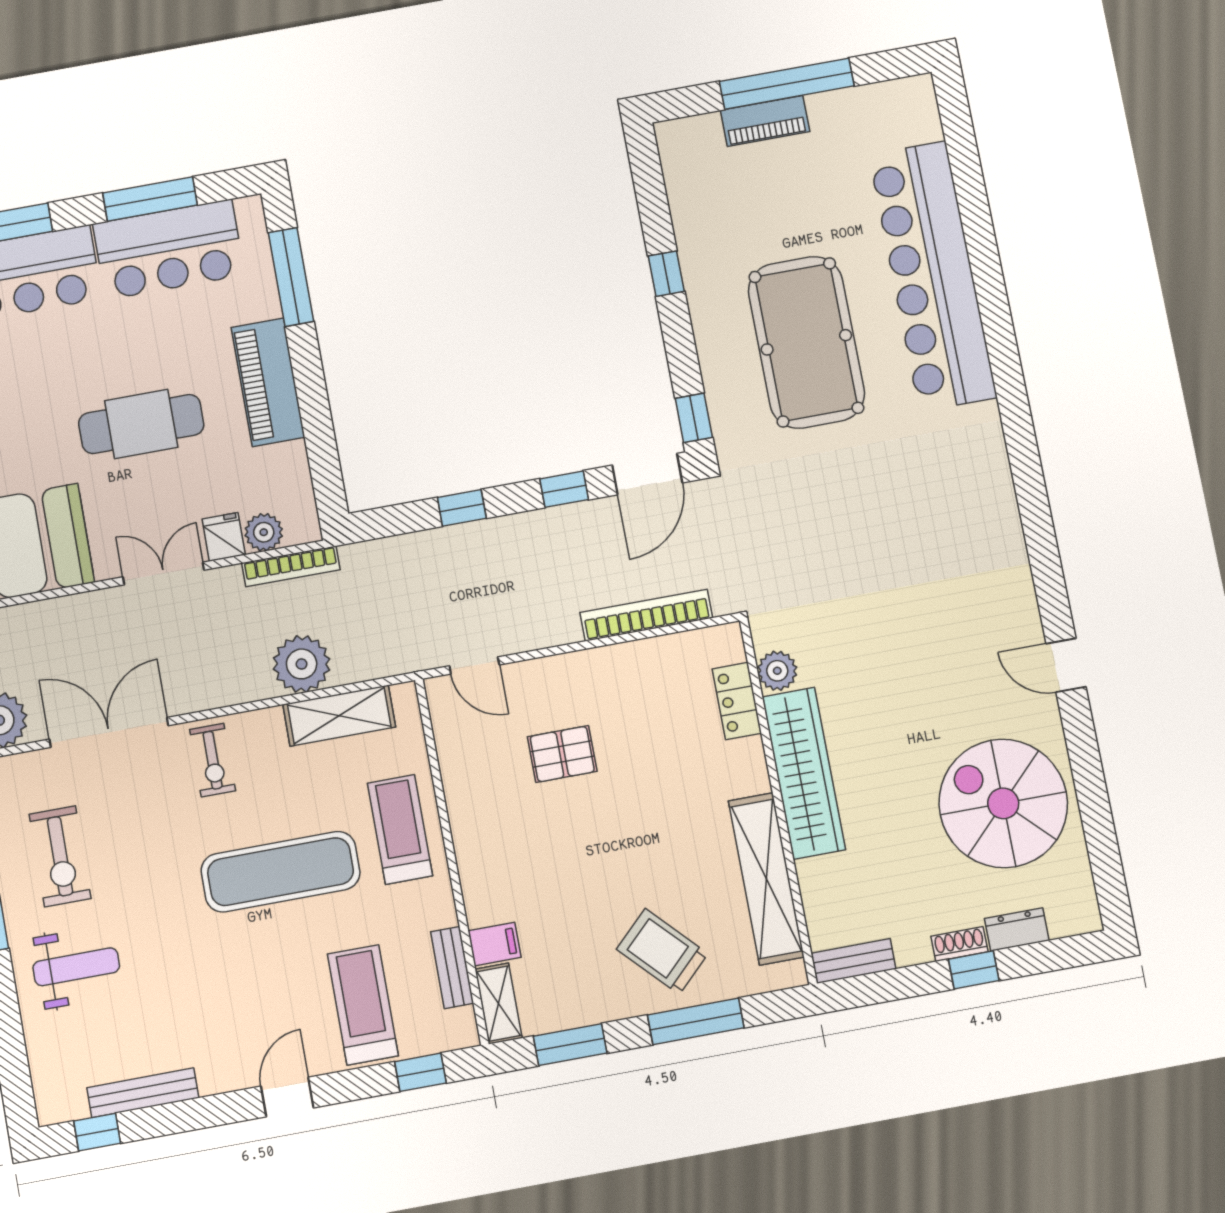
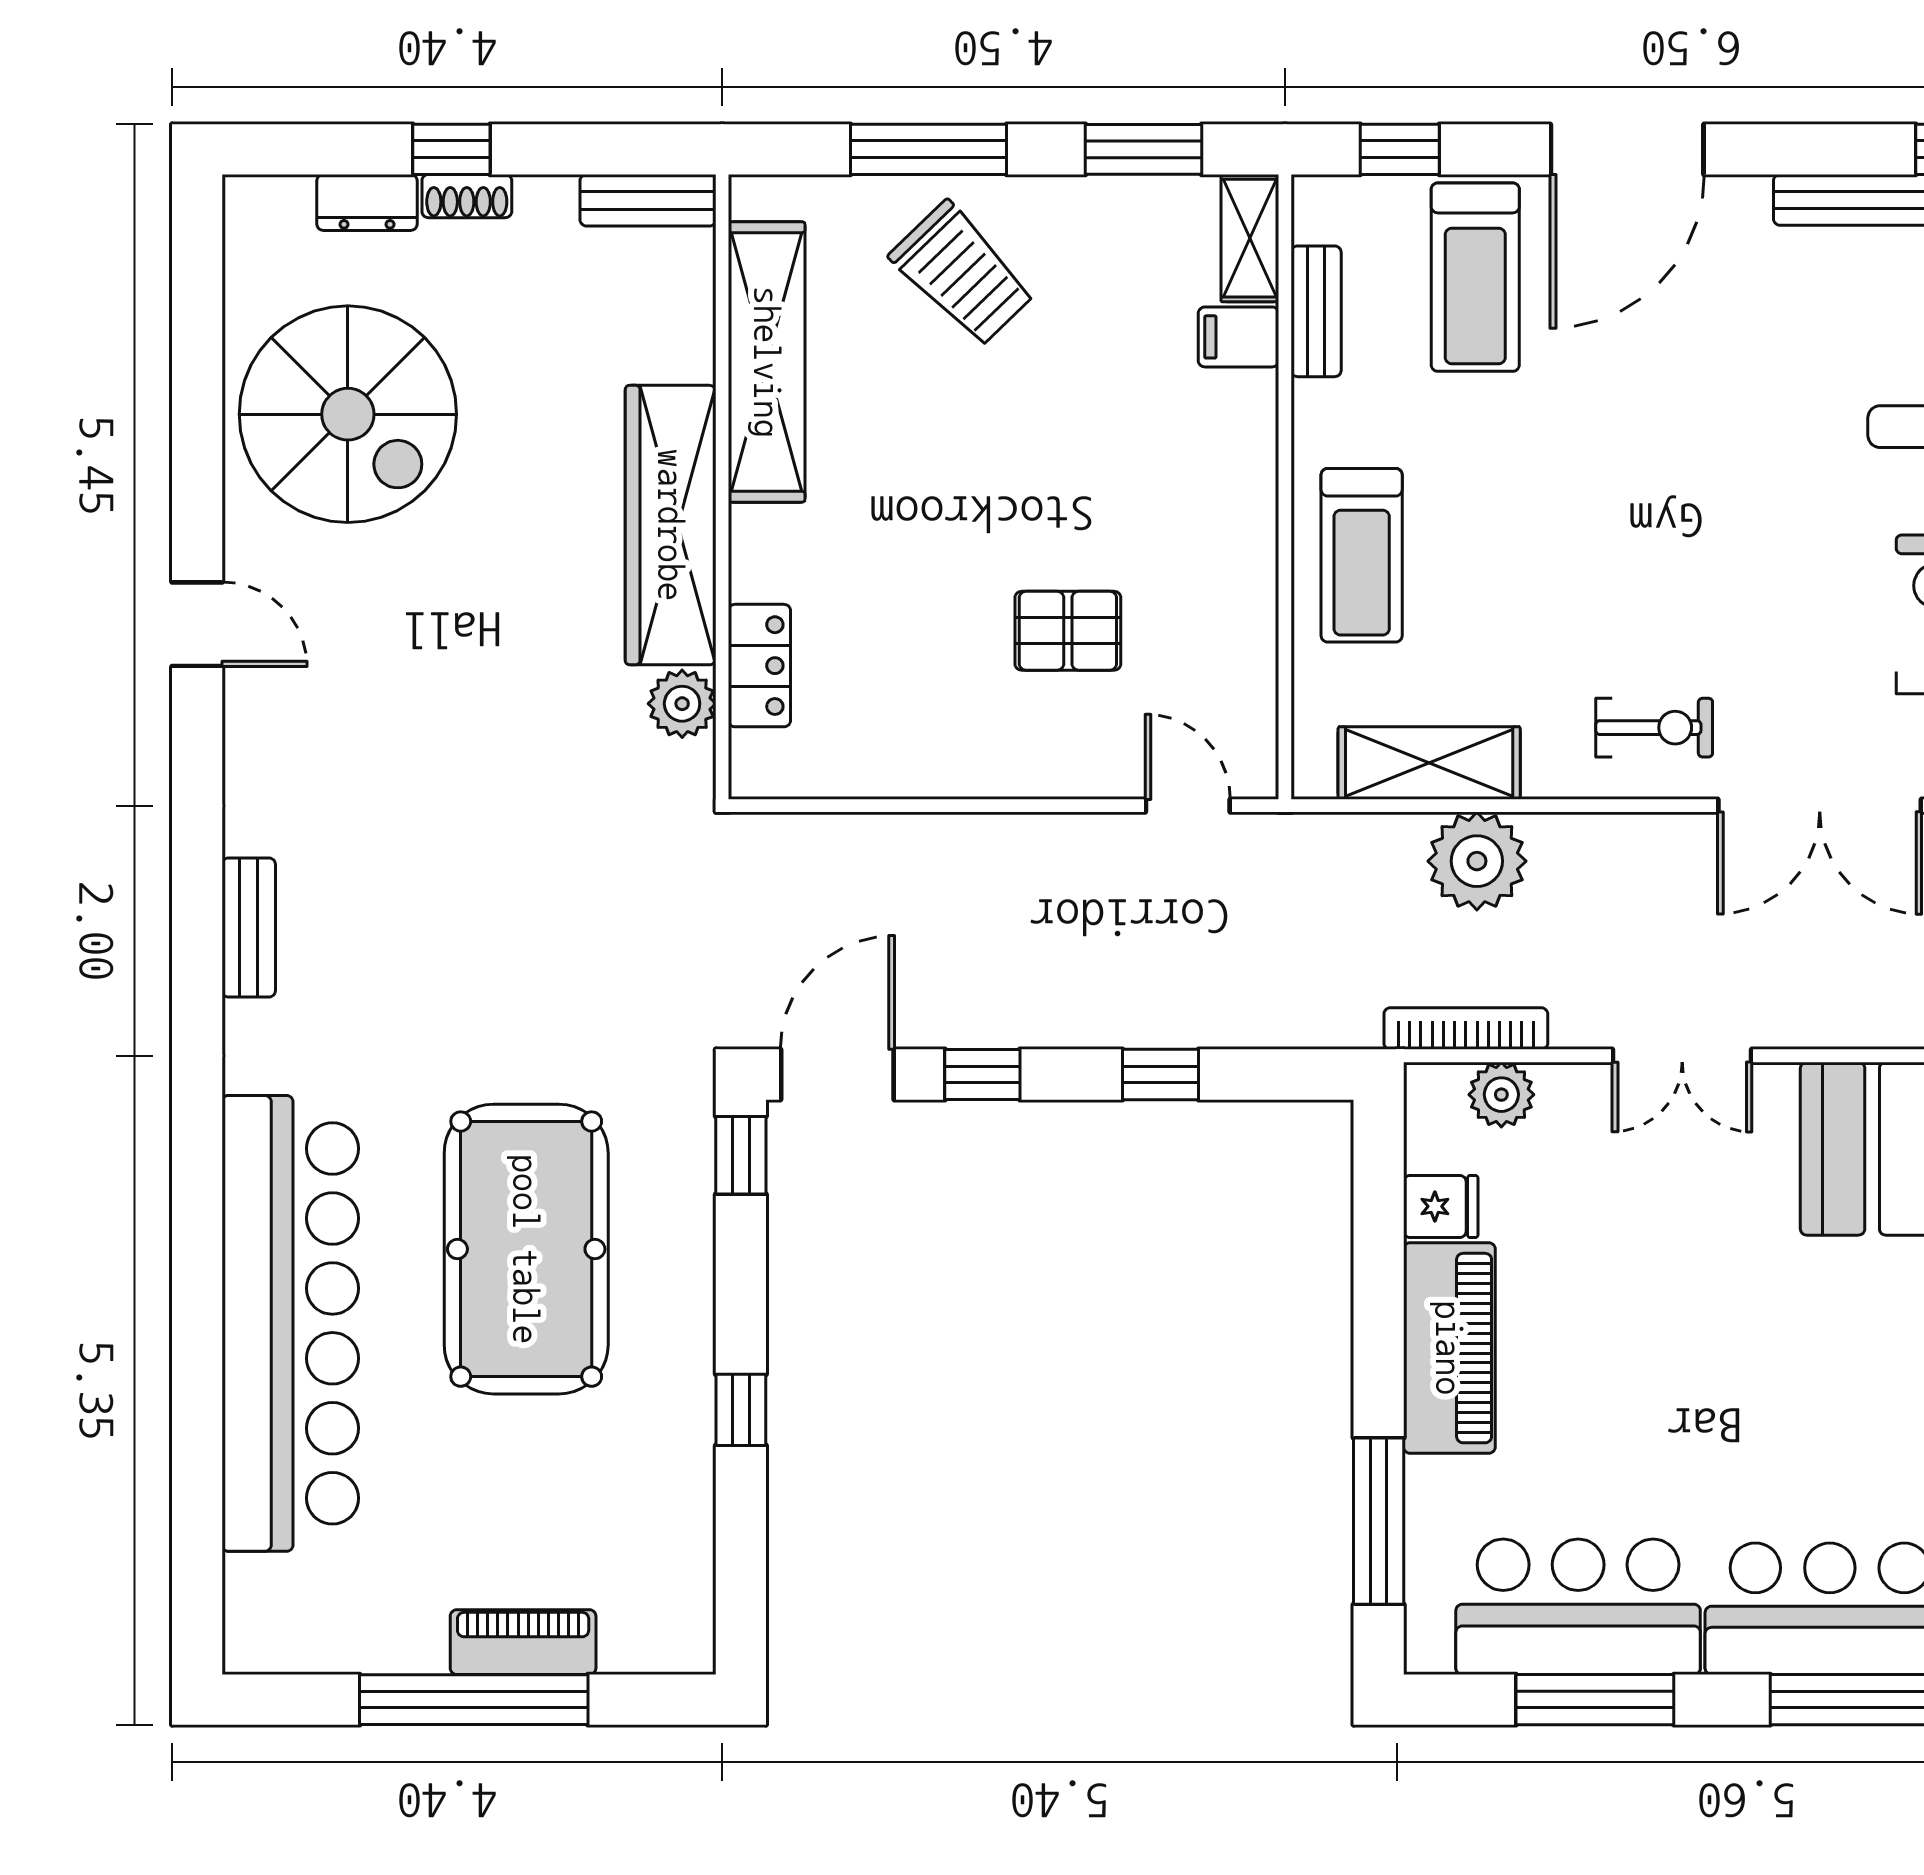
cafe table: (141, 424) -> (1676, 1316), removed
bench: (1001, 496) -> (249, 927), added
fridge: (224, 537) -> (1441, 1206), moved, turned -90
bookcase: (646, 615) -> (884, 837), removed
exercise bike: (213, 760) -> (1654, 728), turned 90
exercise mat: (281, 872) -> (1573, 522), removed
door: (287, 1097) -> (1627, 149), width x1.87

